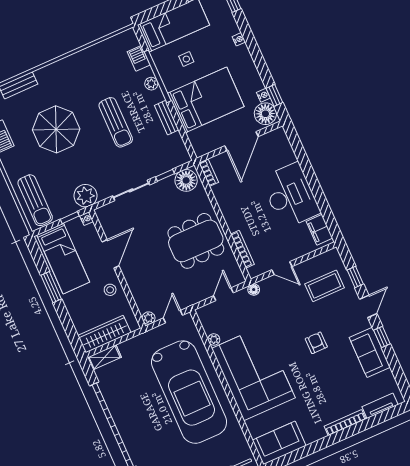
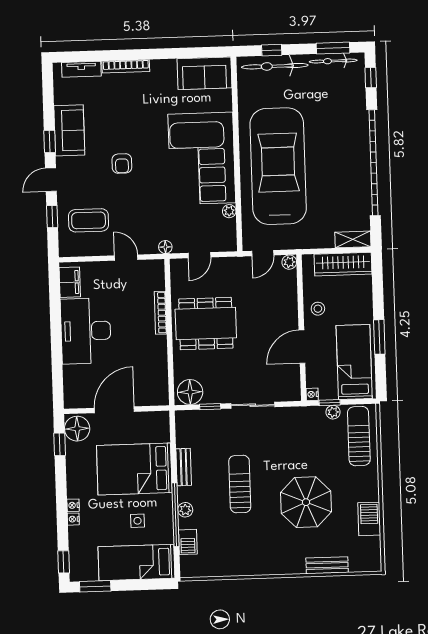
nightstand: (263, 95) -> (73, 505), moved
bookcase: (209, 173) -> (163, 390), removed
plant: (86, 196) -> (333, 412), moved, width x0.53, depth x0.53
bookcase: (242, 249) -> (161, 313), moved

